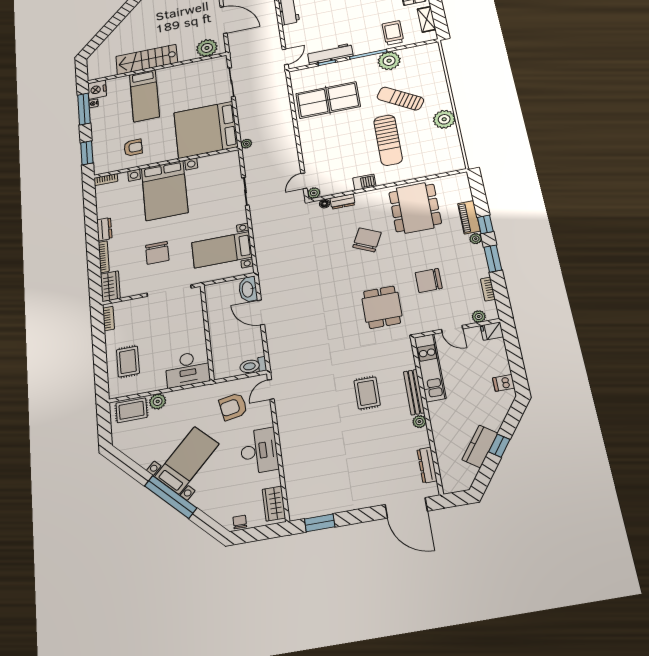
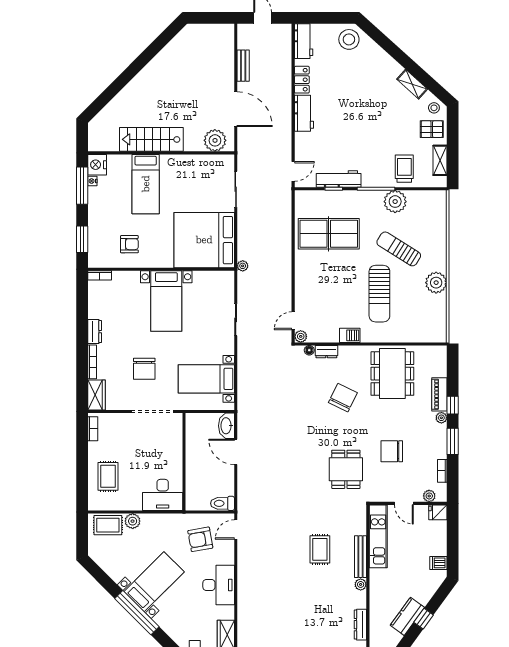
bed with nightstands: (165, 190) -> (166, 301), width x0.73

